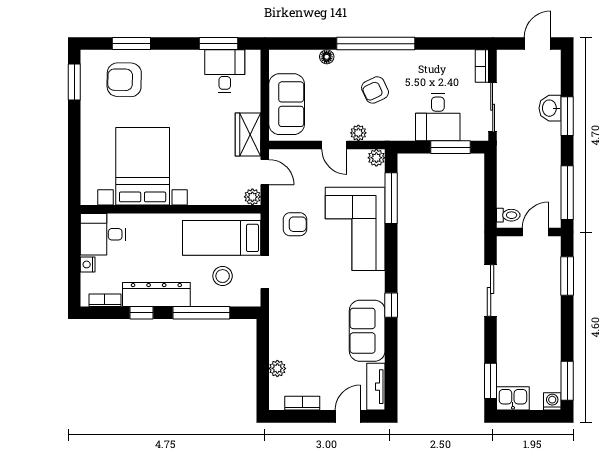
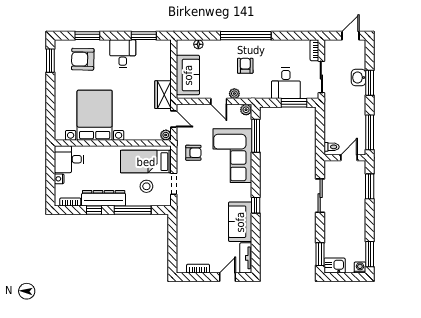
floor lamp: (327, 57) -> (198, 44), moved
desk: (225, 71) -> (123, 54), moved
armchair: (375, 90) -> (245, 66), turned 115
plant: (277, 368) -> (182, 246), removed

